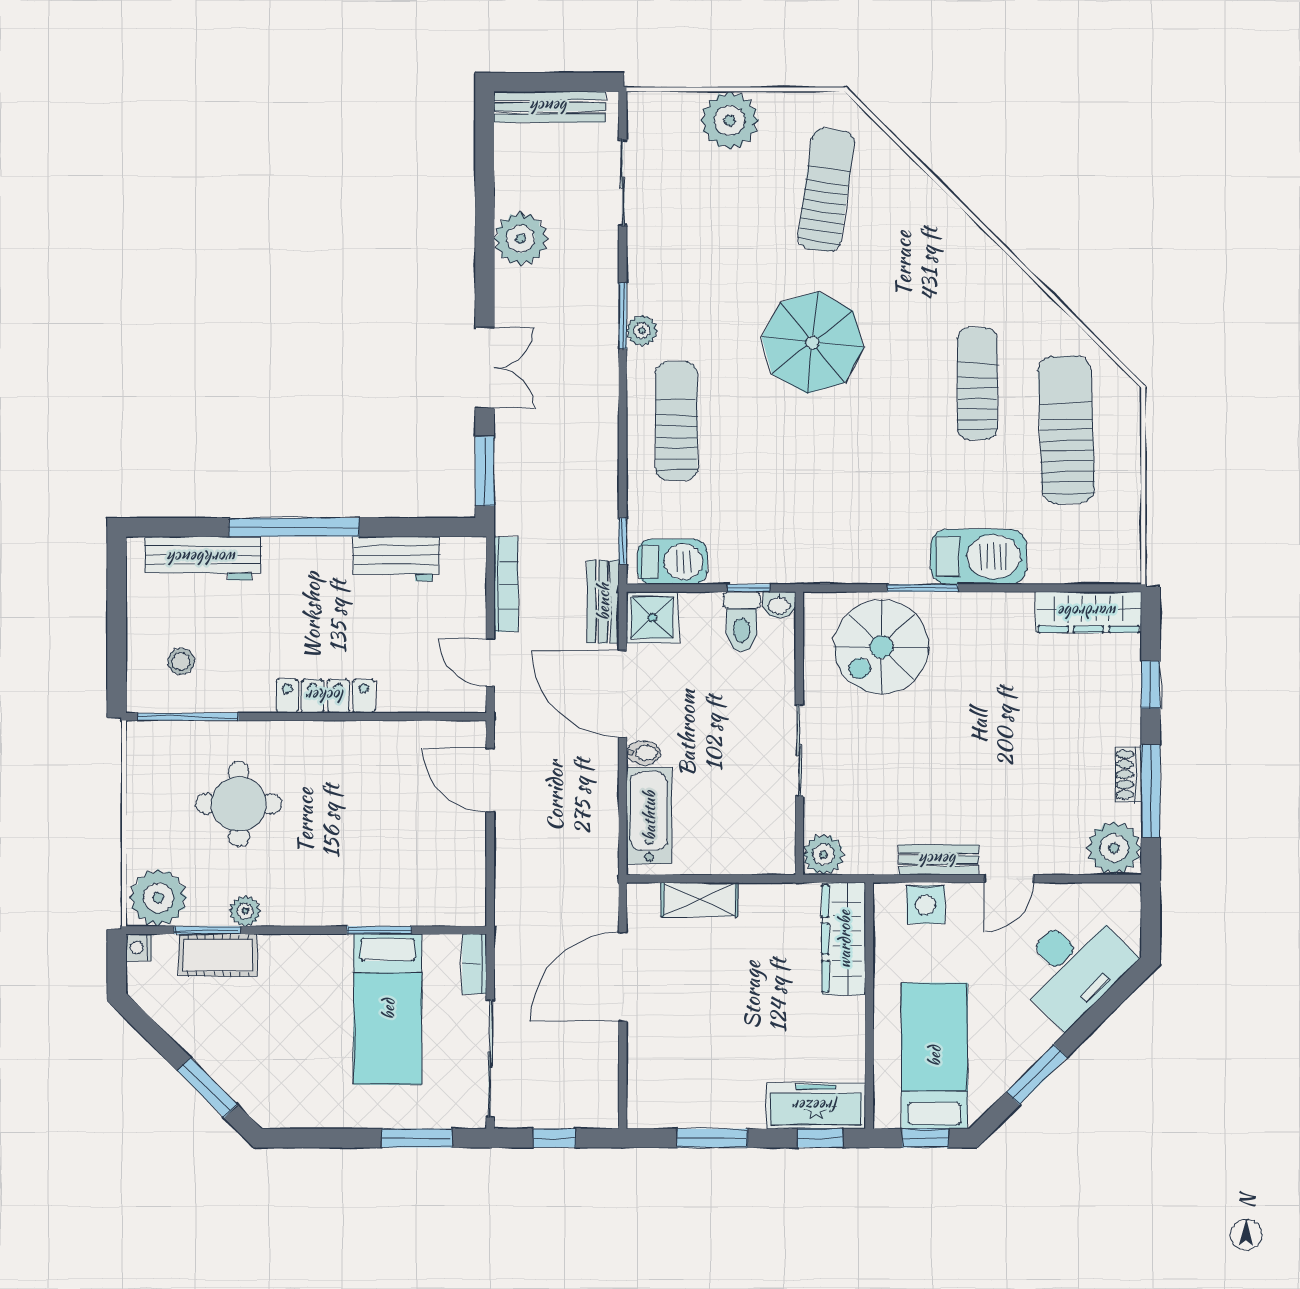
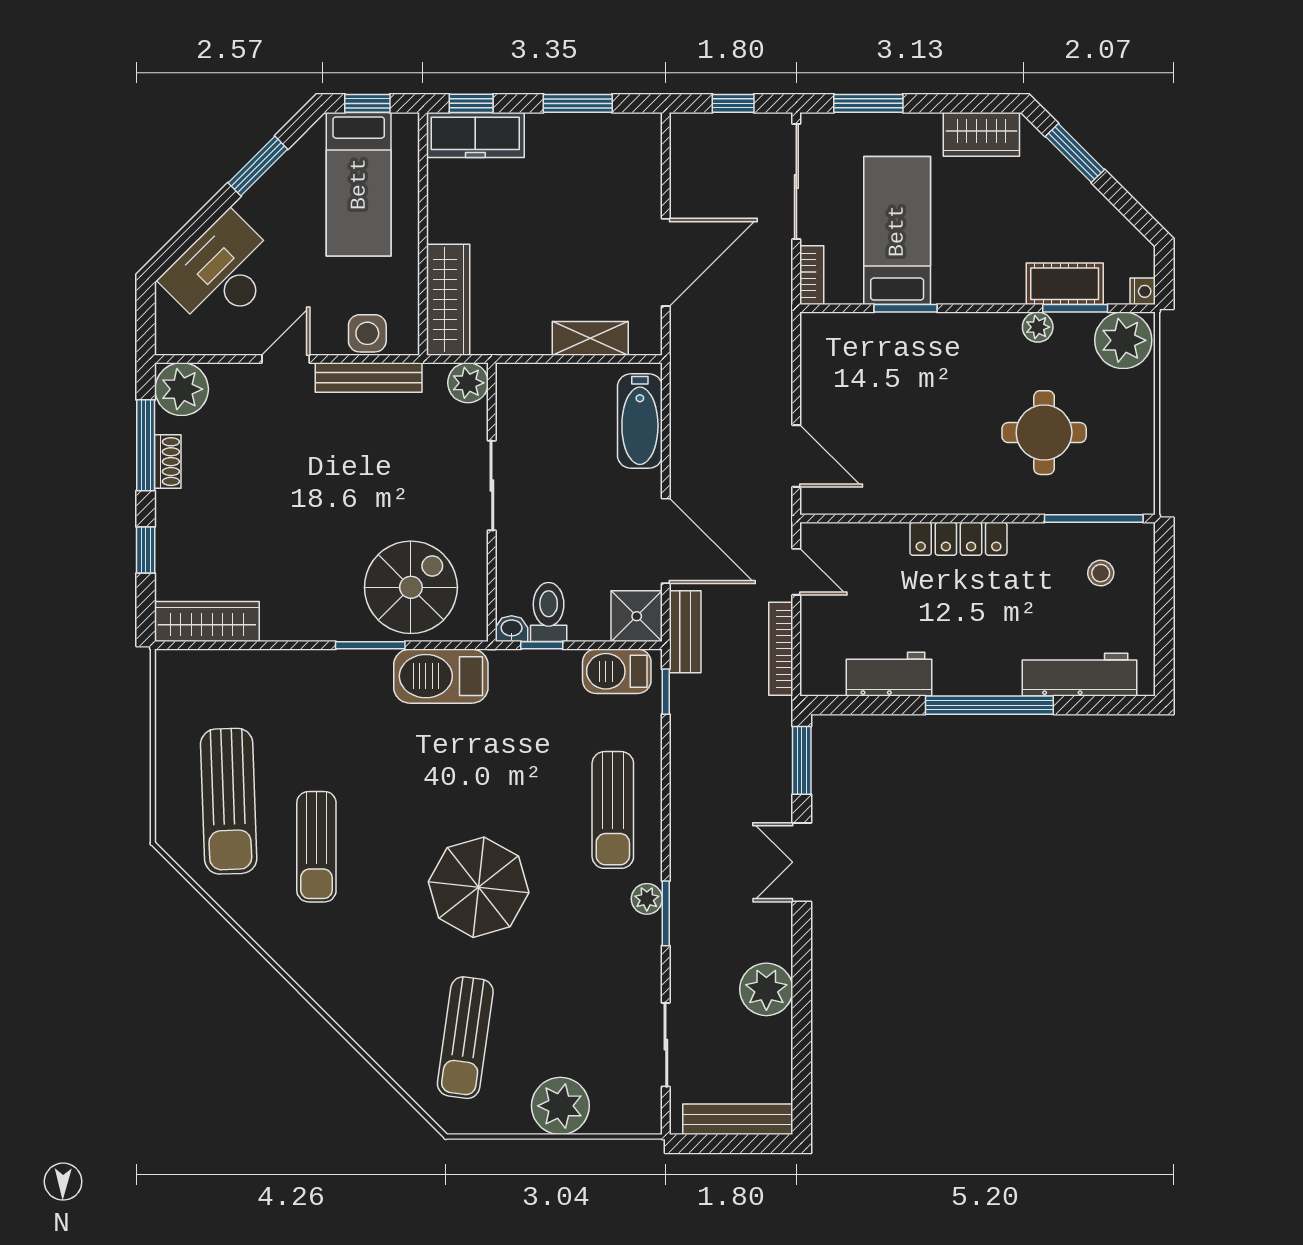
barbecue: (979, 557) -> (441, 676), moved
bidet: (644, 753) -> (645, 483), removed
bench: (939, 860) -> (369, 378), width x1.36
wardrobe: (302, 1107) -> (981, 134), added

